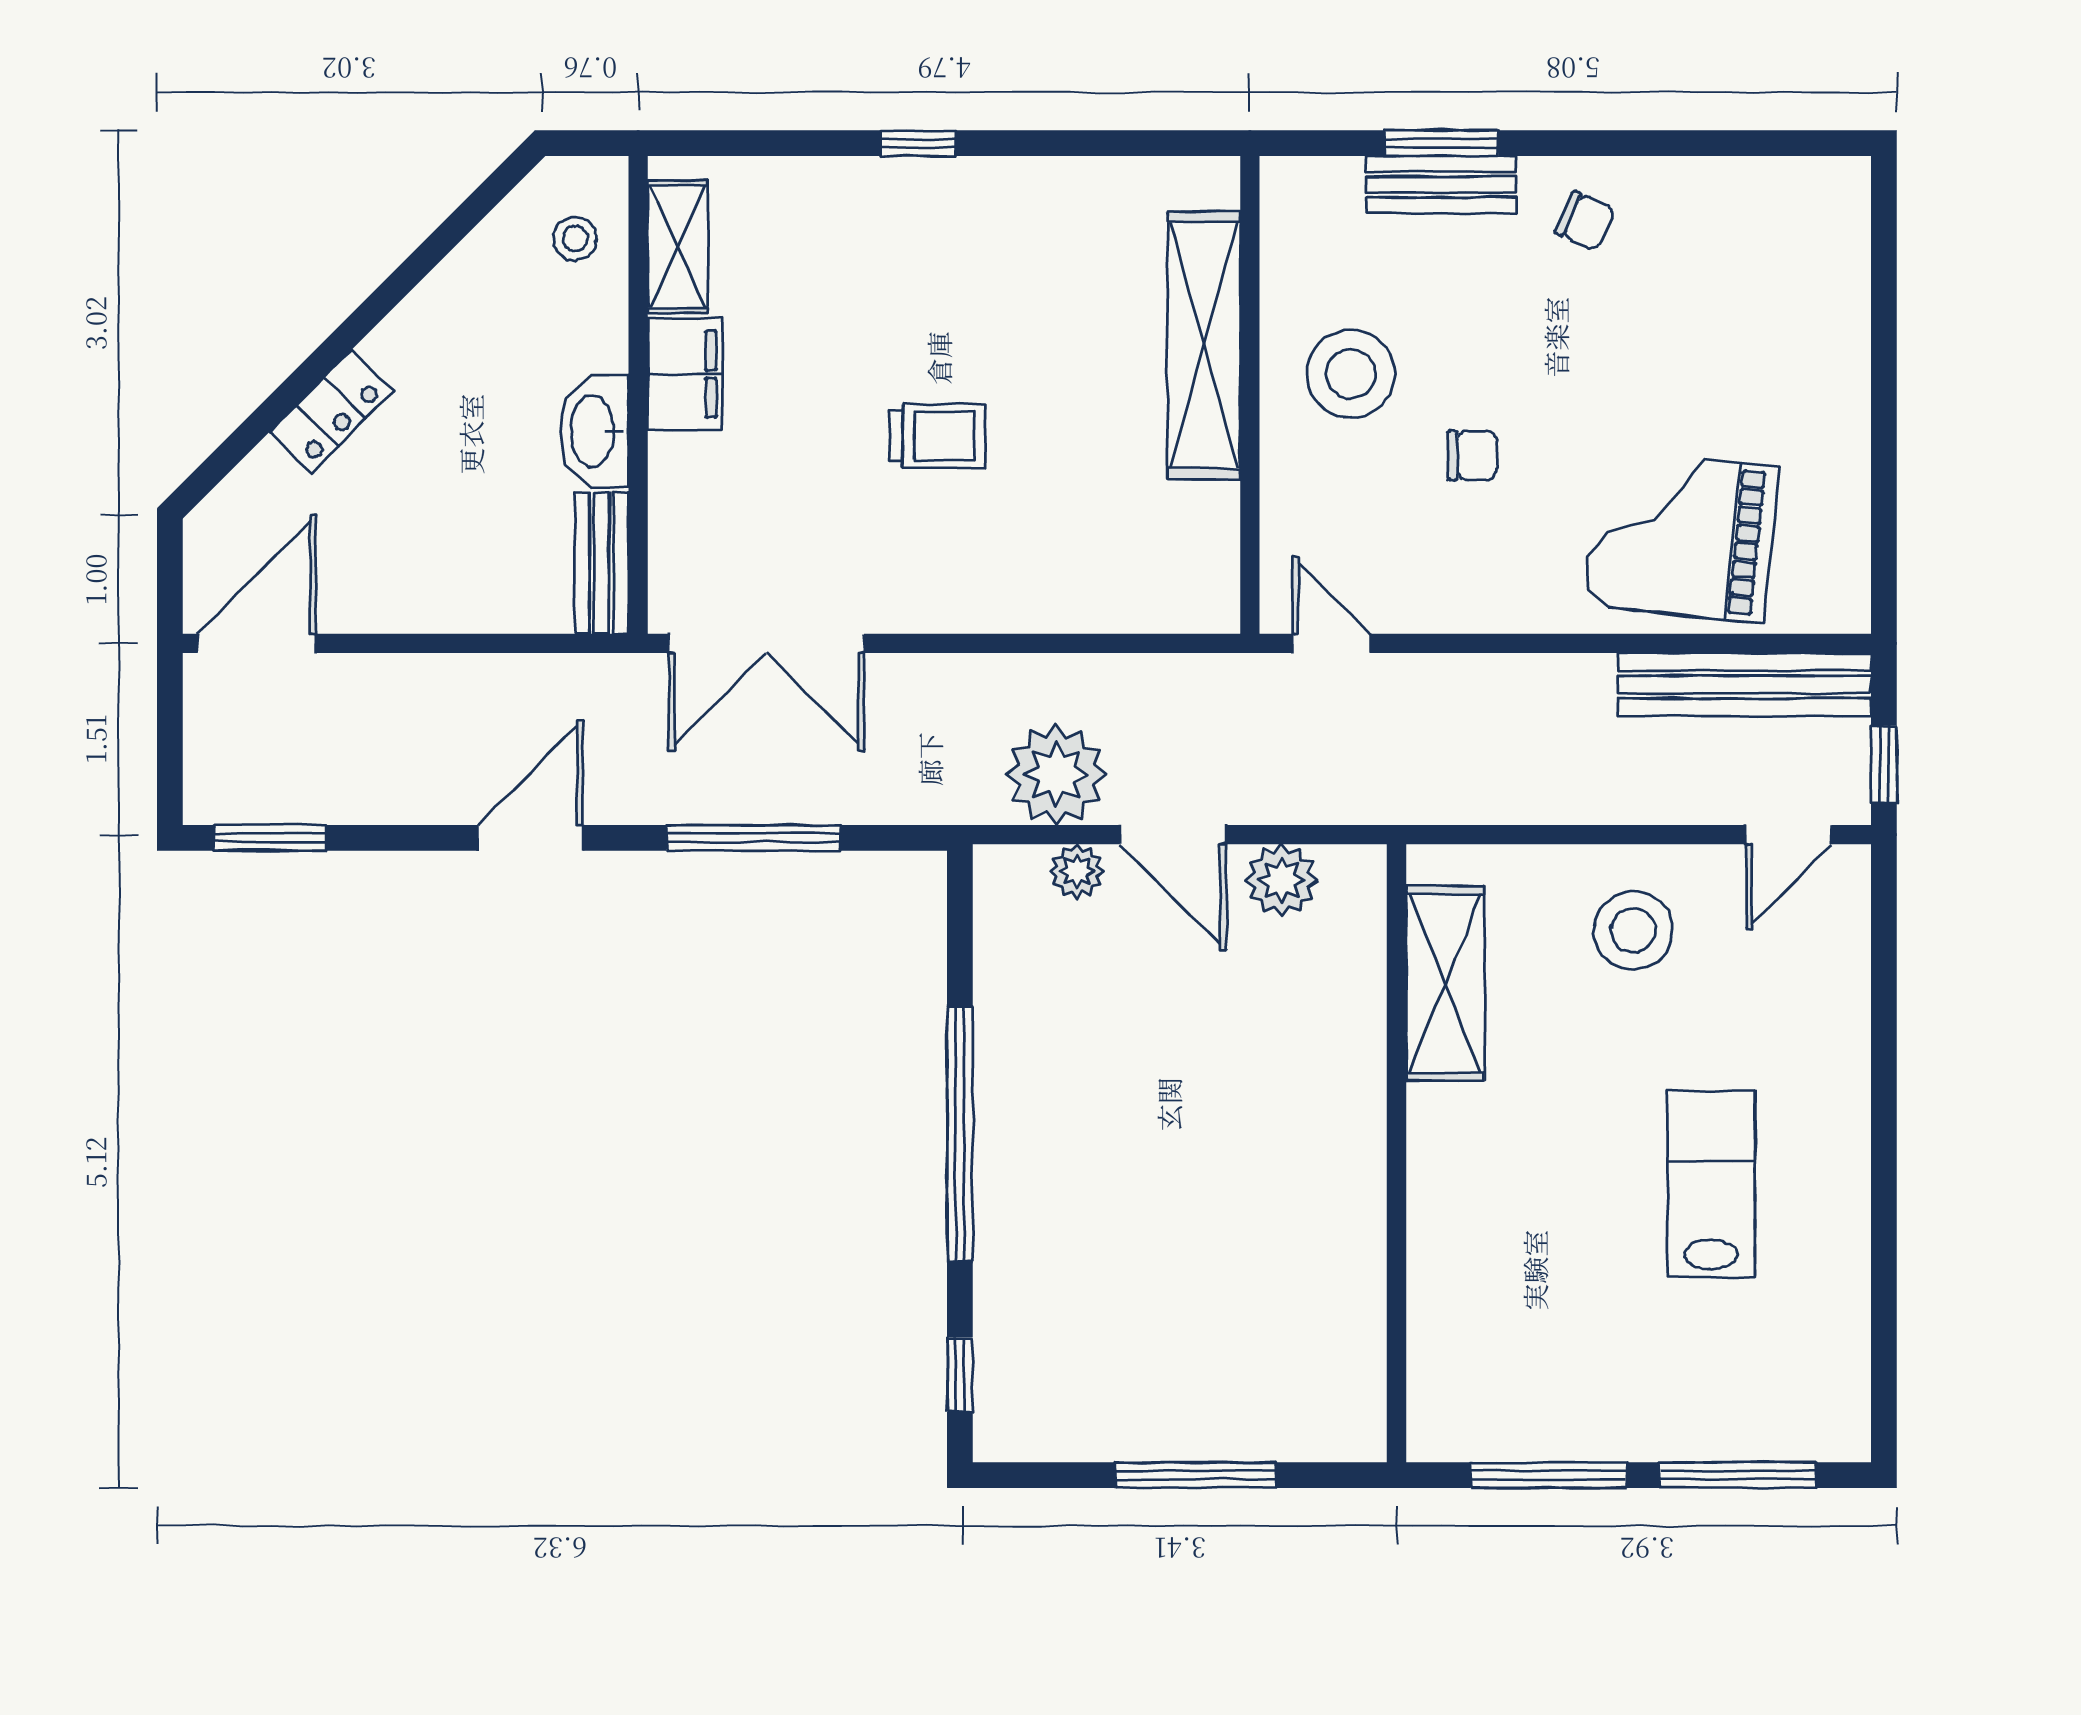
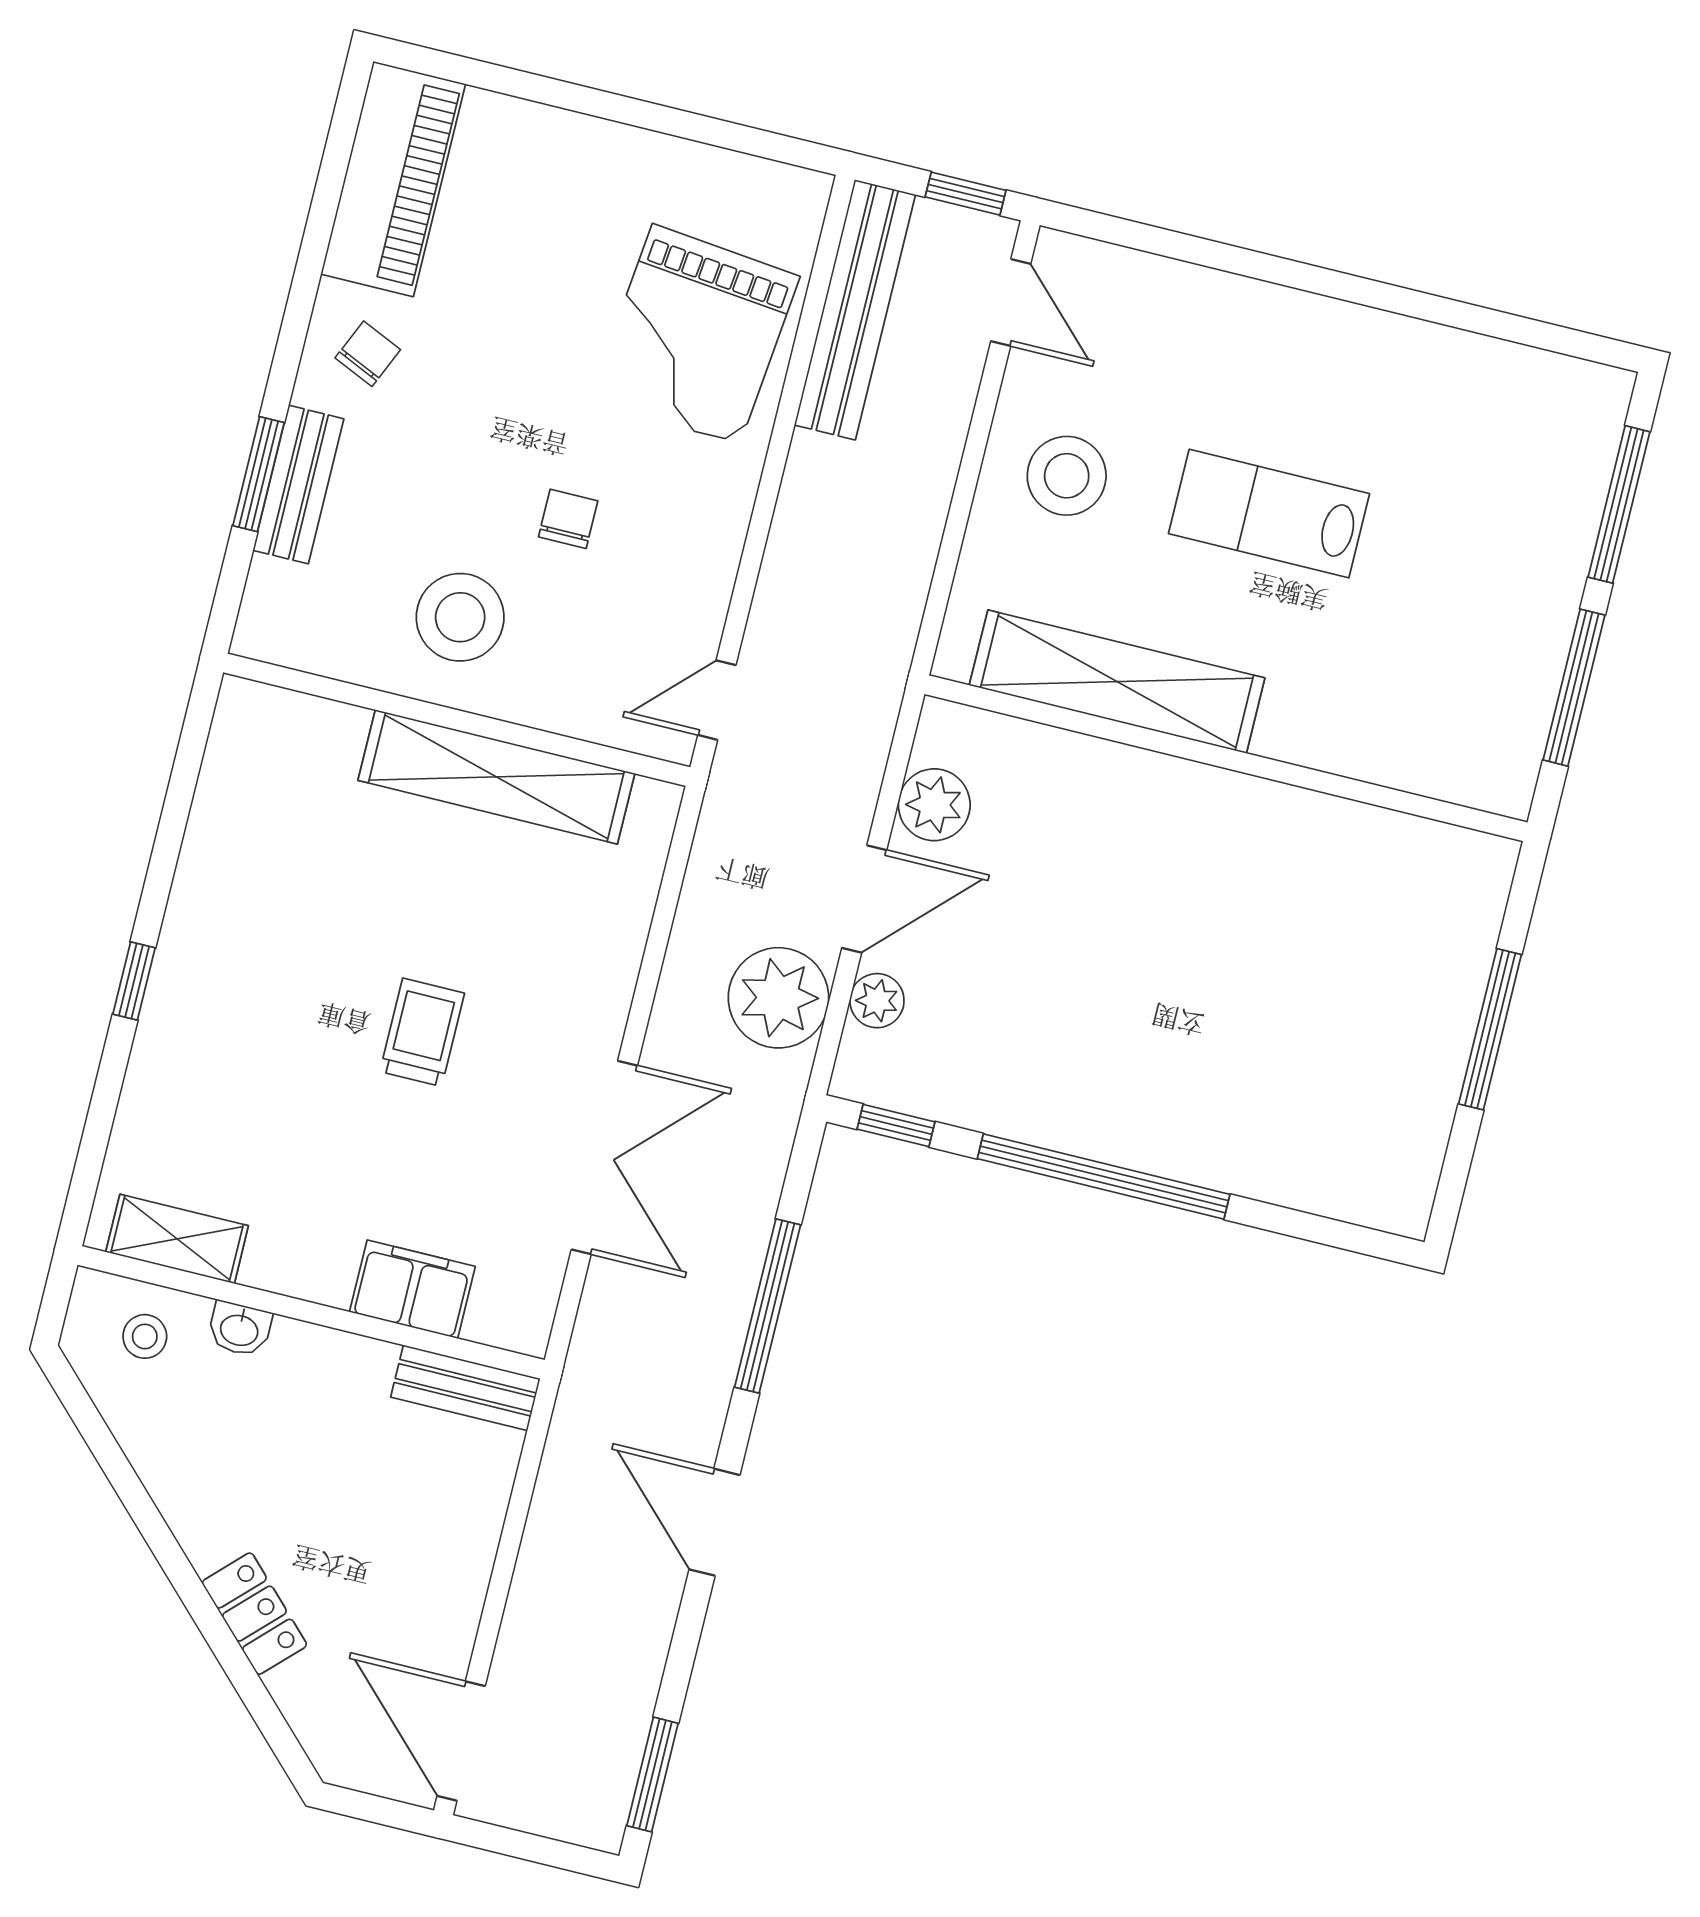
piano: (1761, 204) -> (393, 179), added
shelving: (1204, 345) -> (496, 777), moved
filing cabinet: (685, 374) -> (412, 1289), moved
washbasin: (594, 431) -> (240, 1329), moved, width x0.52, depth x0.69
double door: (766, 643) -> (604, 1158), moved
shelving: (1445, 983) -> (1117, 682), width x1.47
lab bench: (1711, 1184) -> (1269, 514), moved
window: (960, 1375) -> (896, 1125), moved

